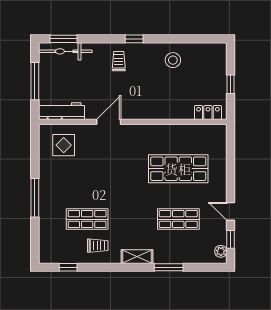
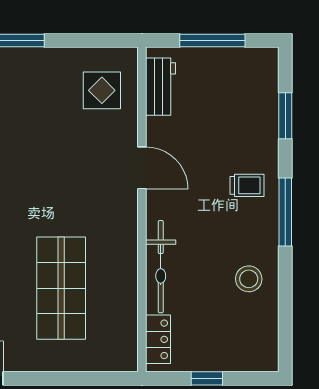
window: (63, 39) -> (285, 116), moved
window: (134, 39) -> (285, 212), width x2.17
bicycle: (65, 51) -> (161, 267), moved, turned 180
workbench: (62, 111) -> (161, 87), width x0.73

